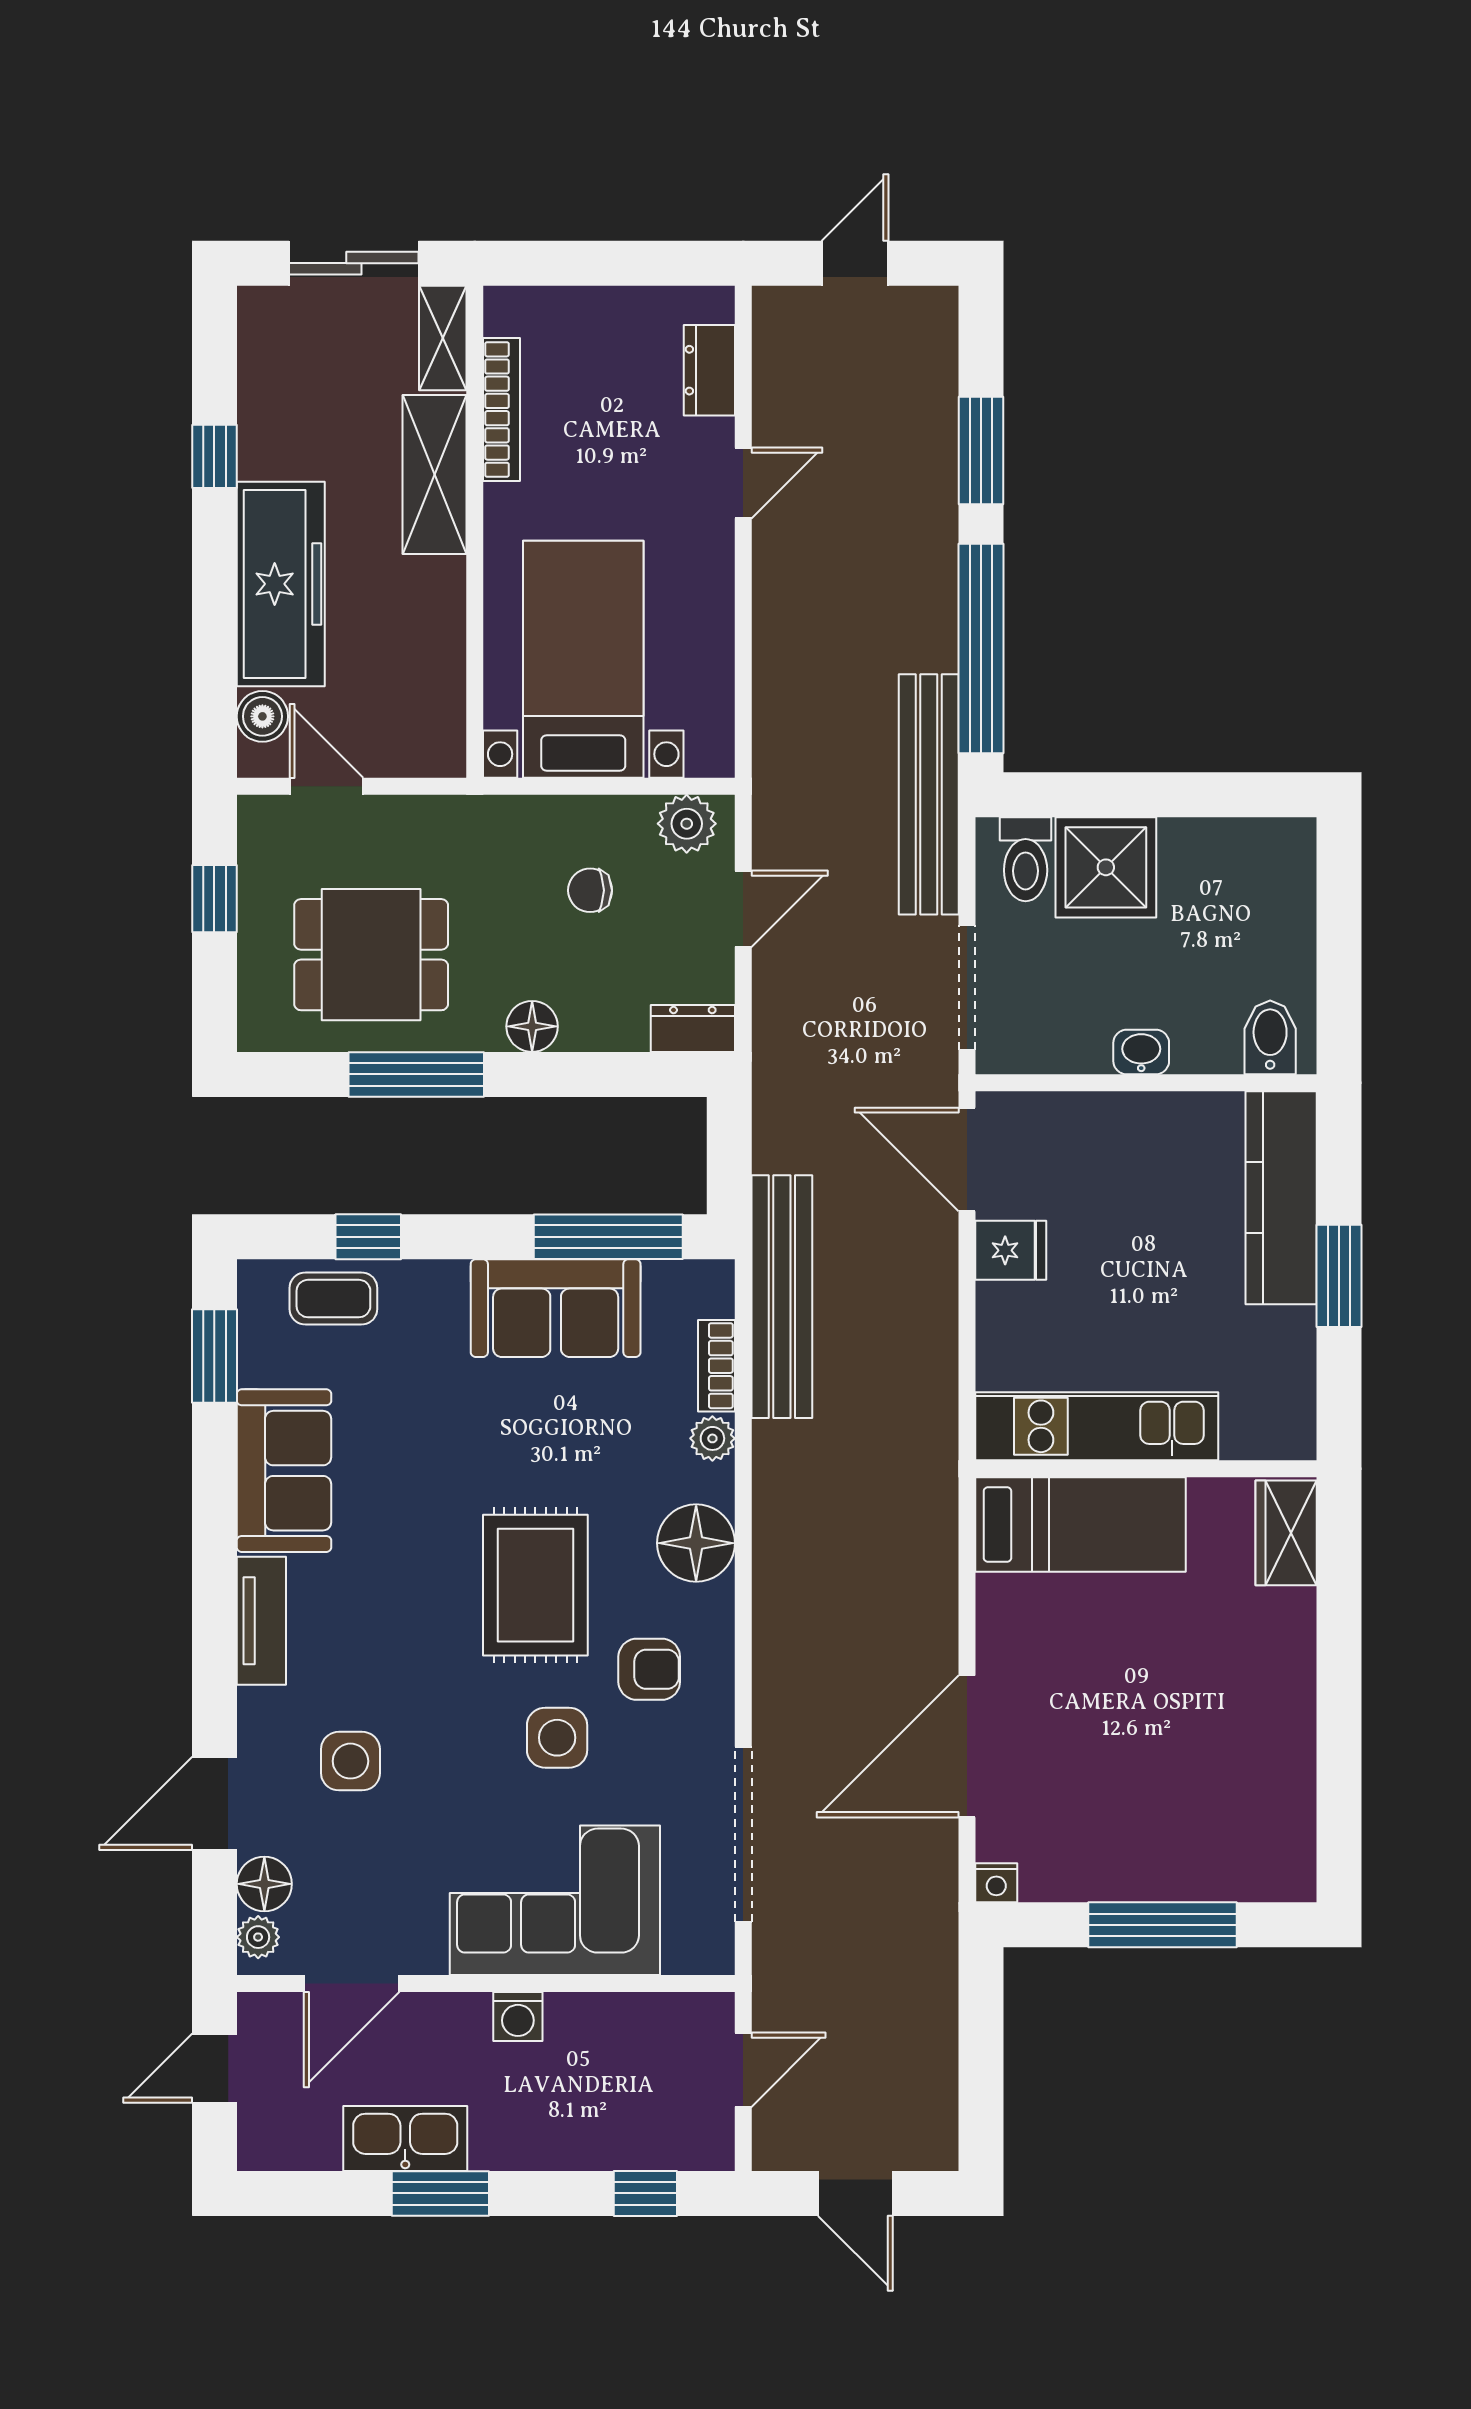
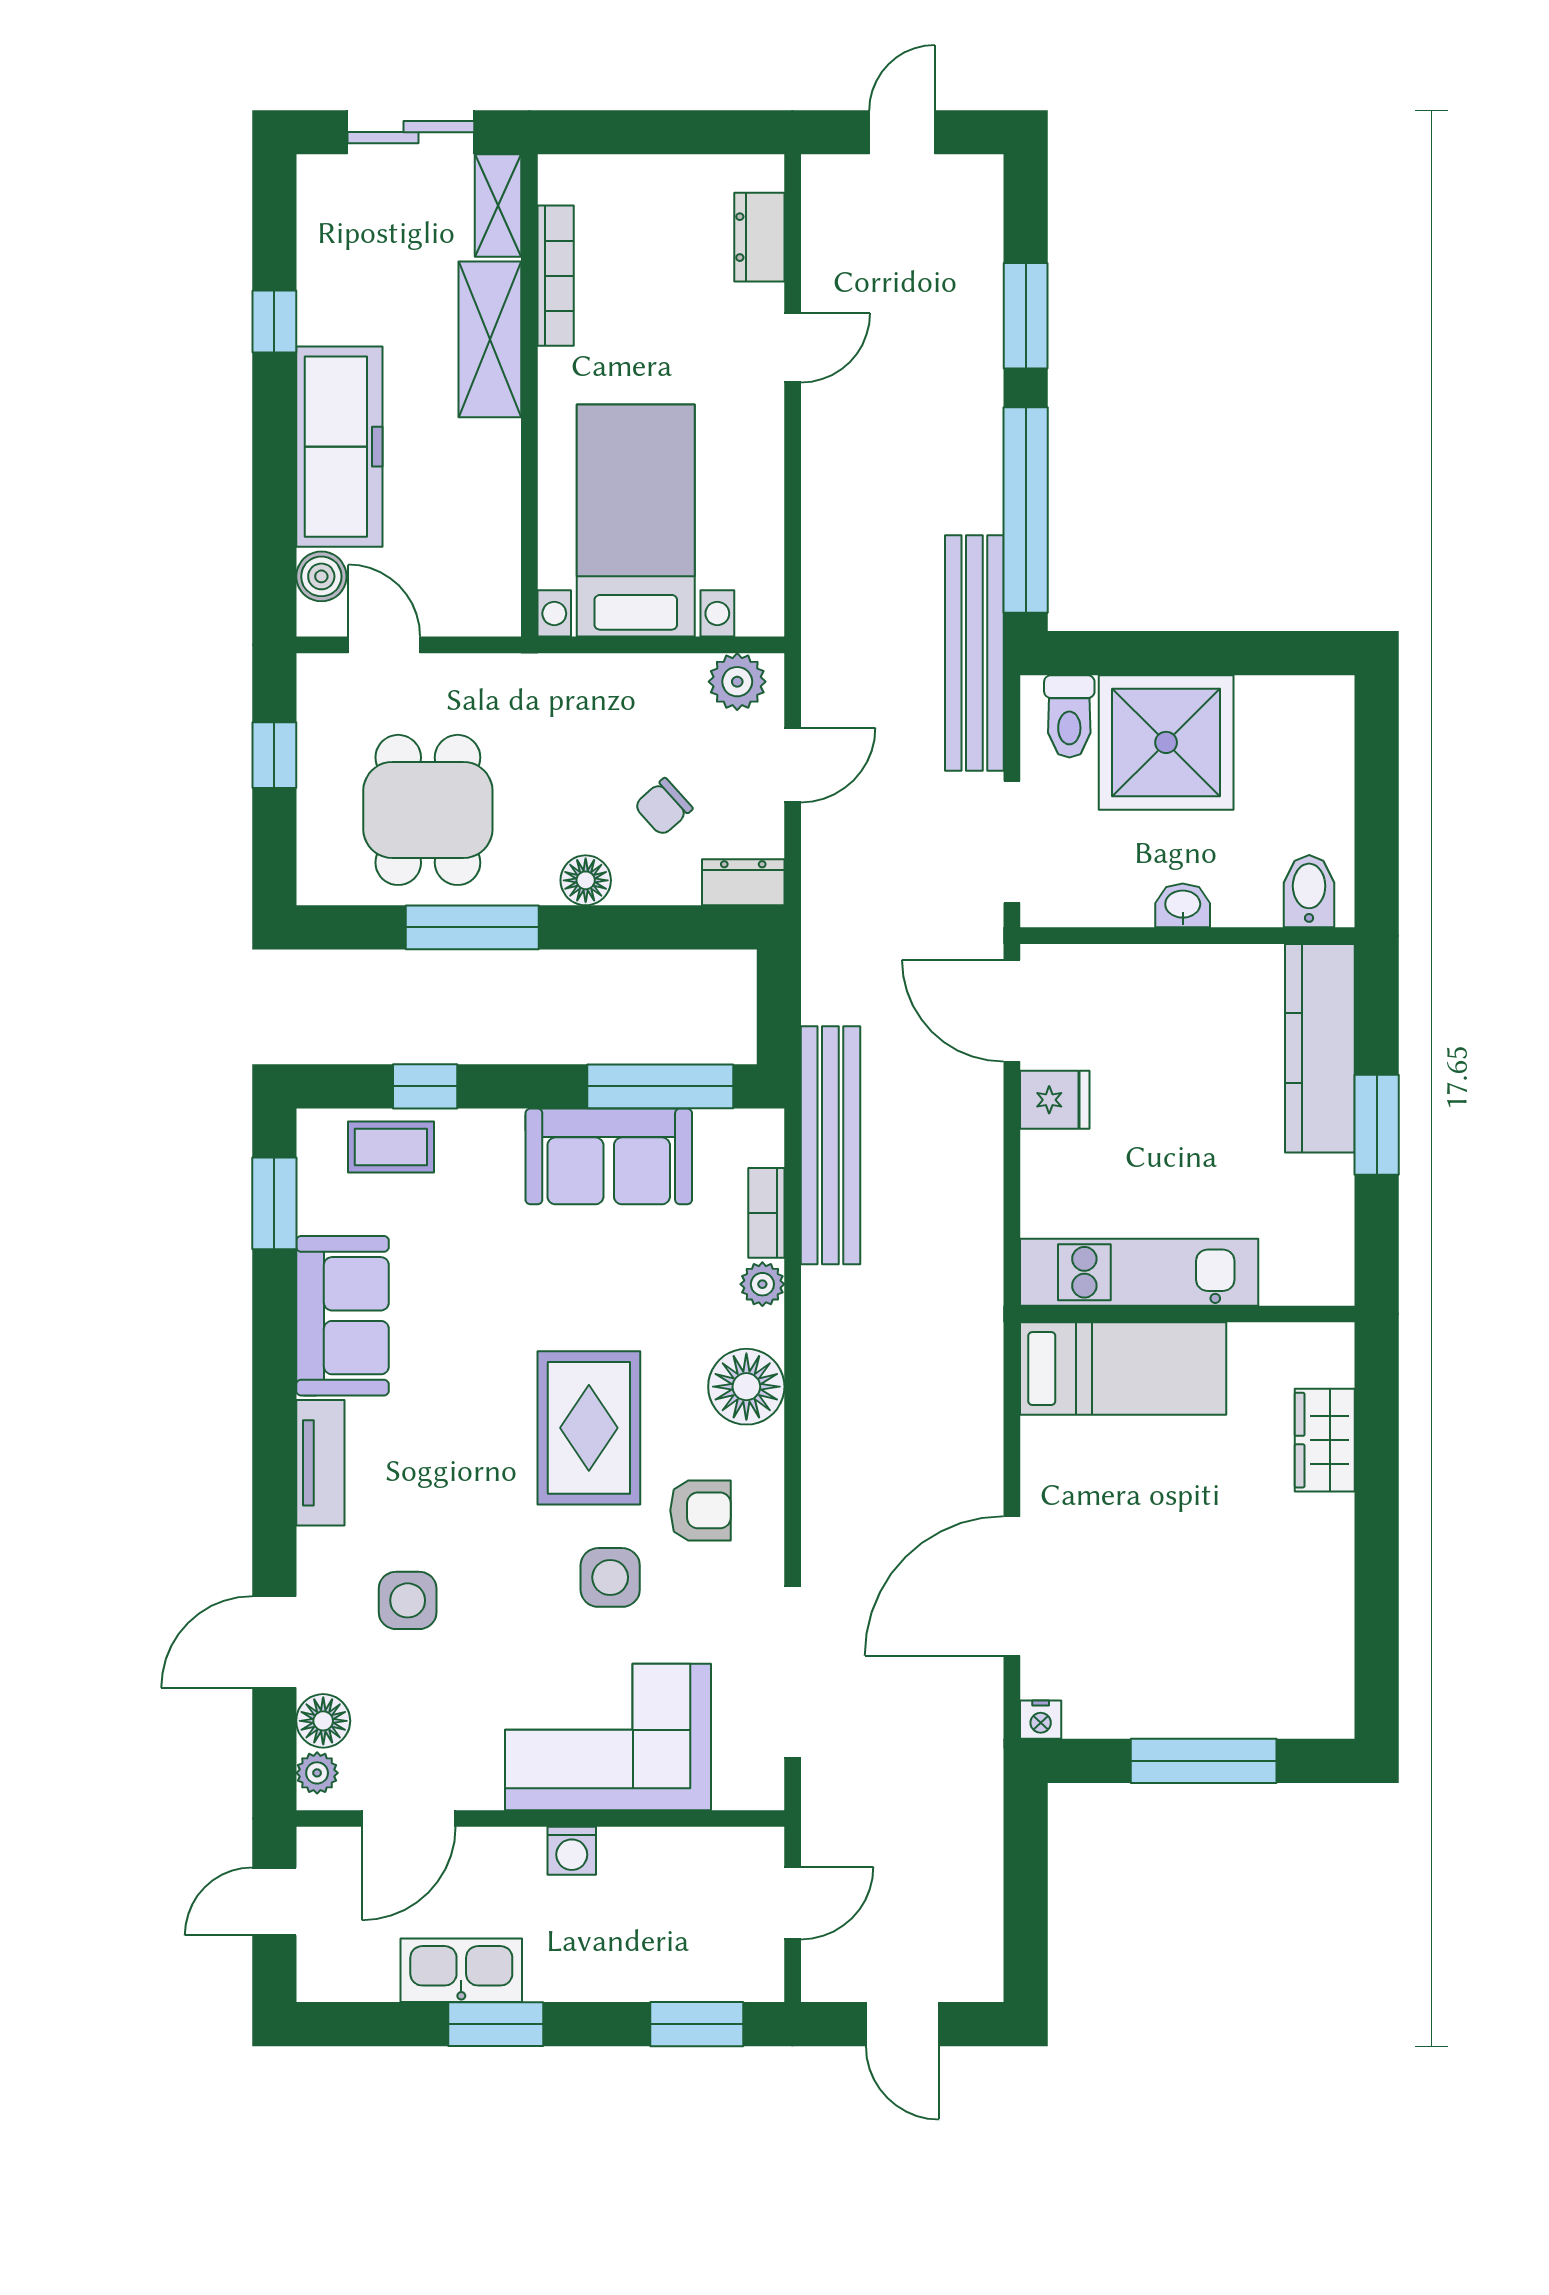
shower: (1106, 867) -> (1166, 742), width x1.37, depth x1.37
chair: (590, 890) -> (663, 807), moved, turned -42
dining table: (371, 955) -> (428, 810), turned 90
wardrobe: (1286, 1533) -> (1325, 1440), moved
window: (645, 2193) -> (697, 2024), width x1.50

